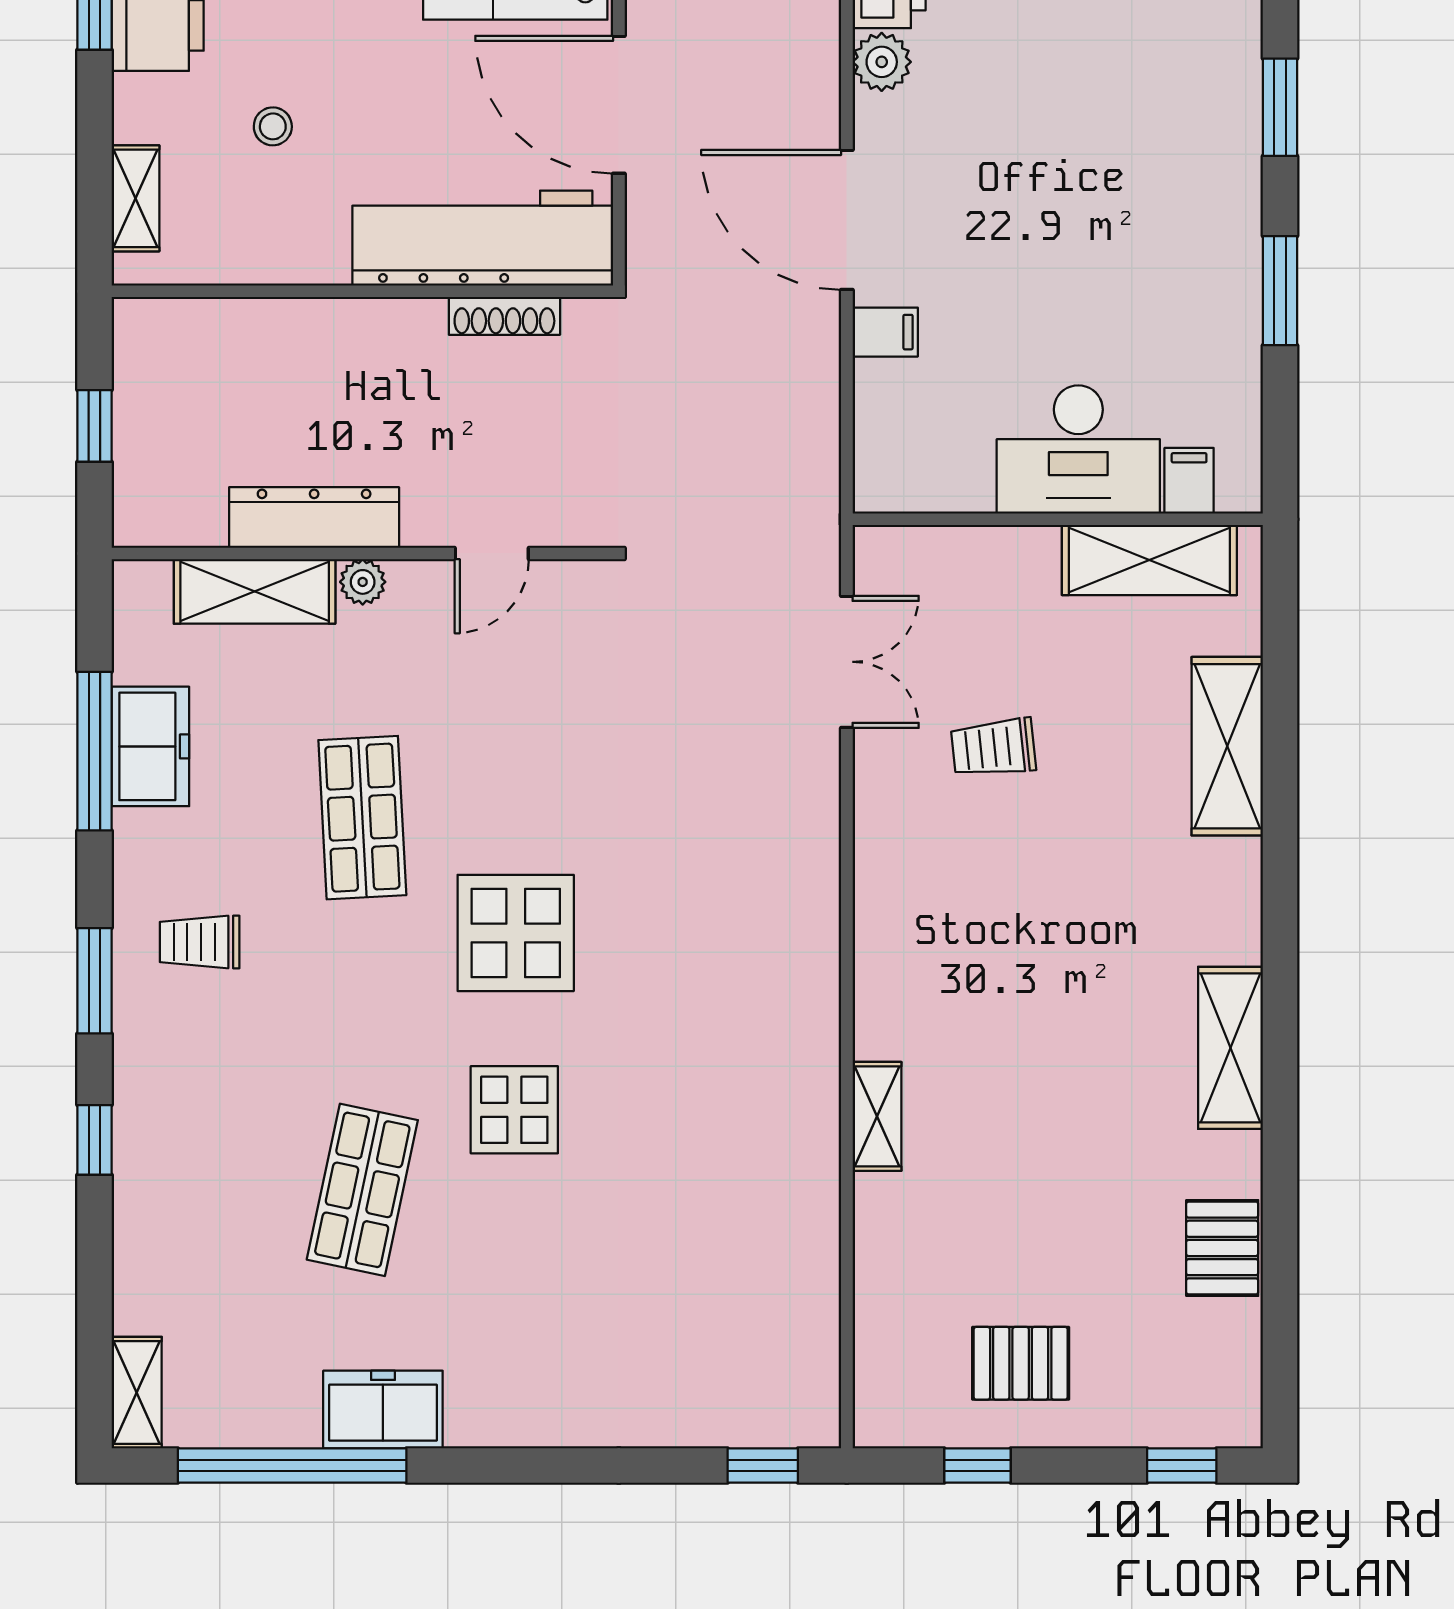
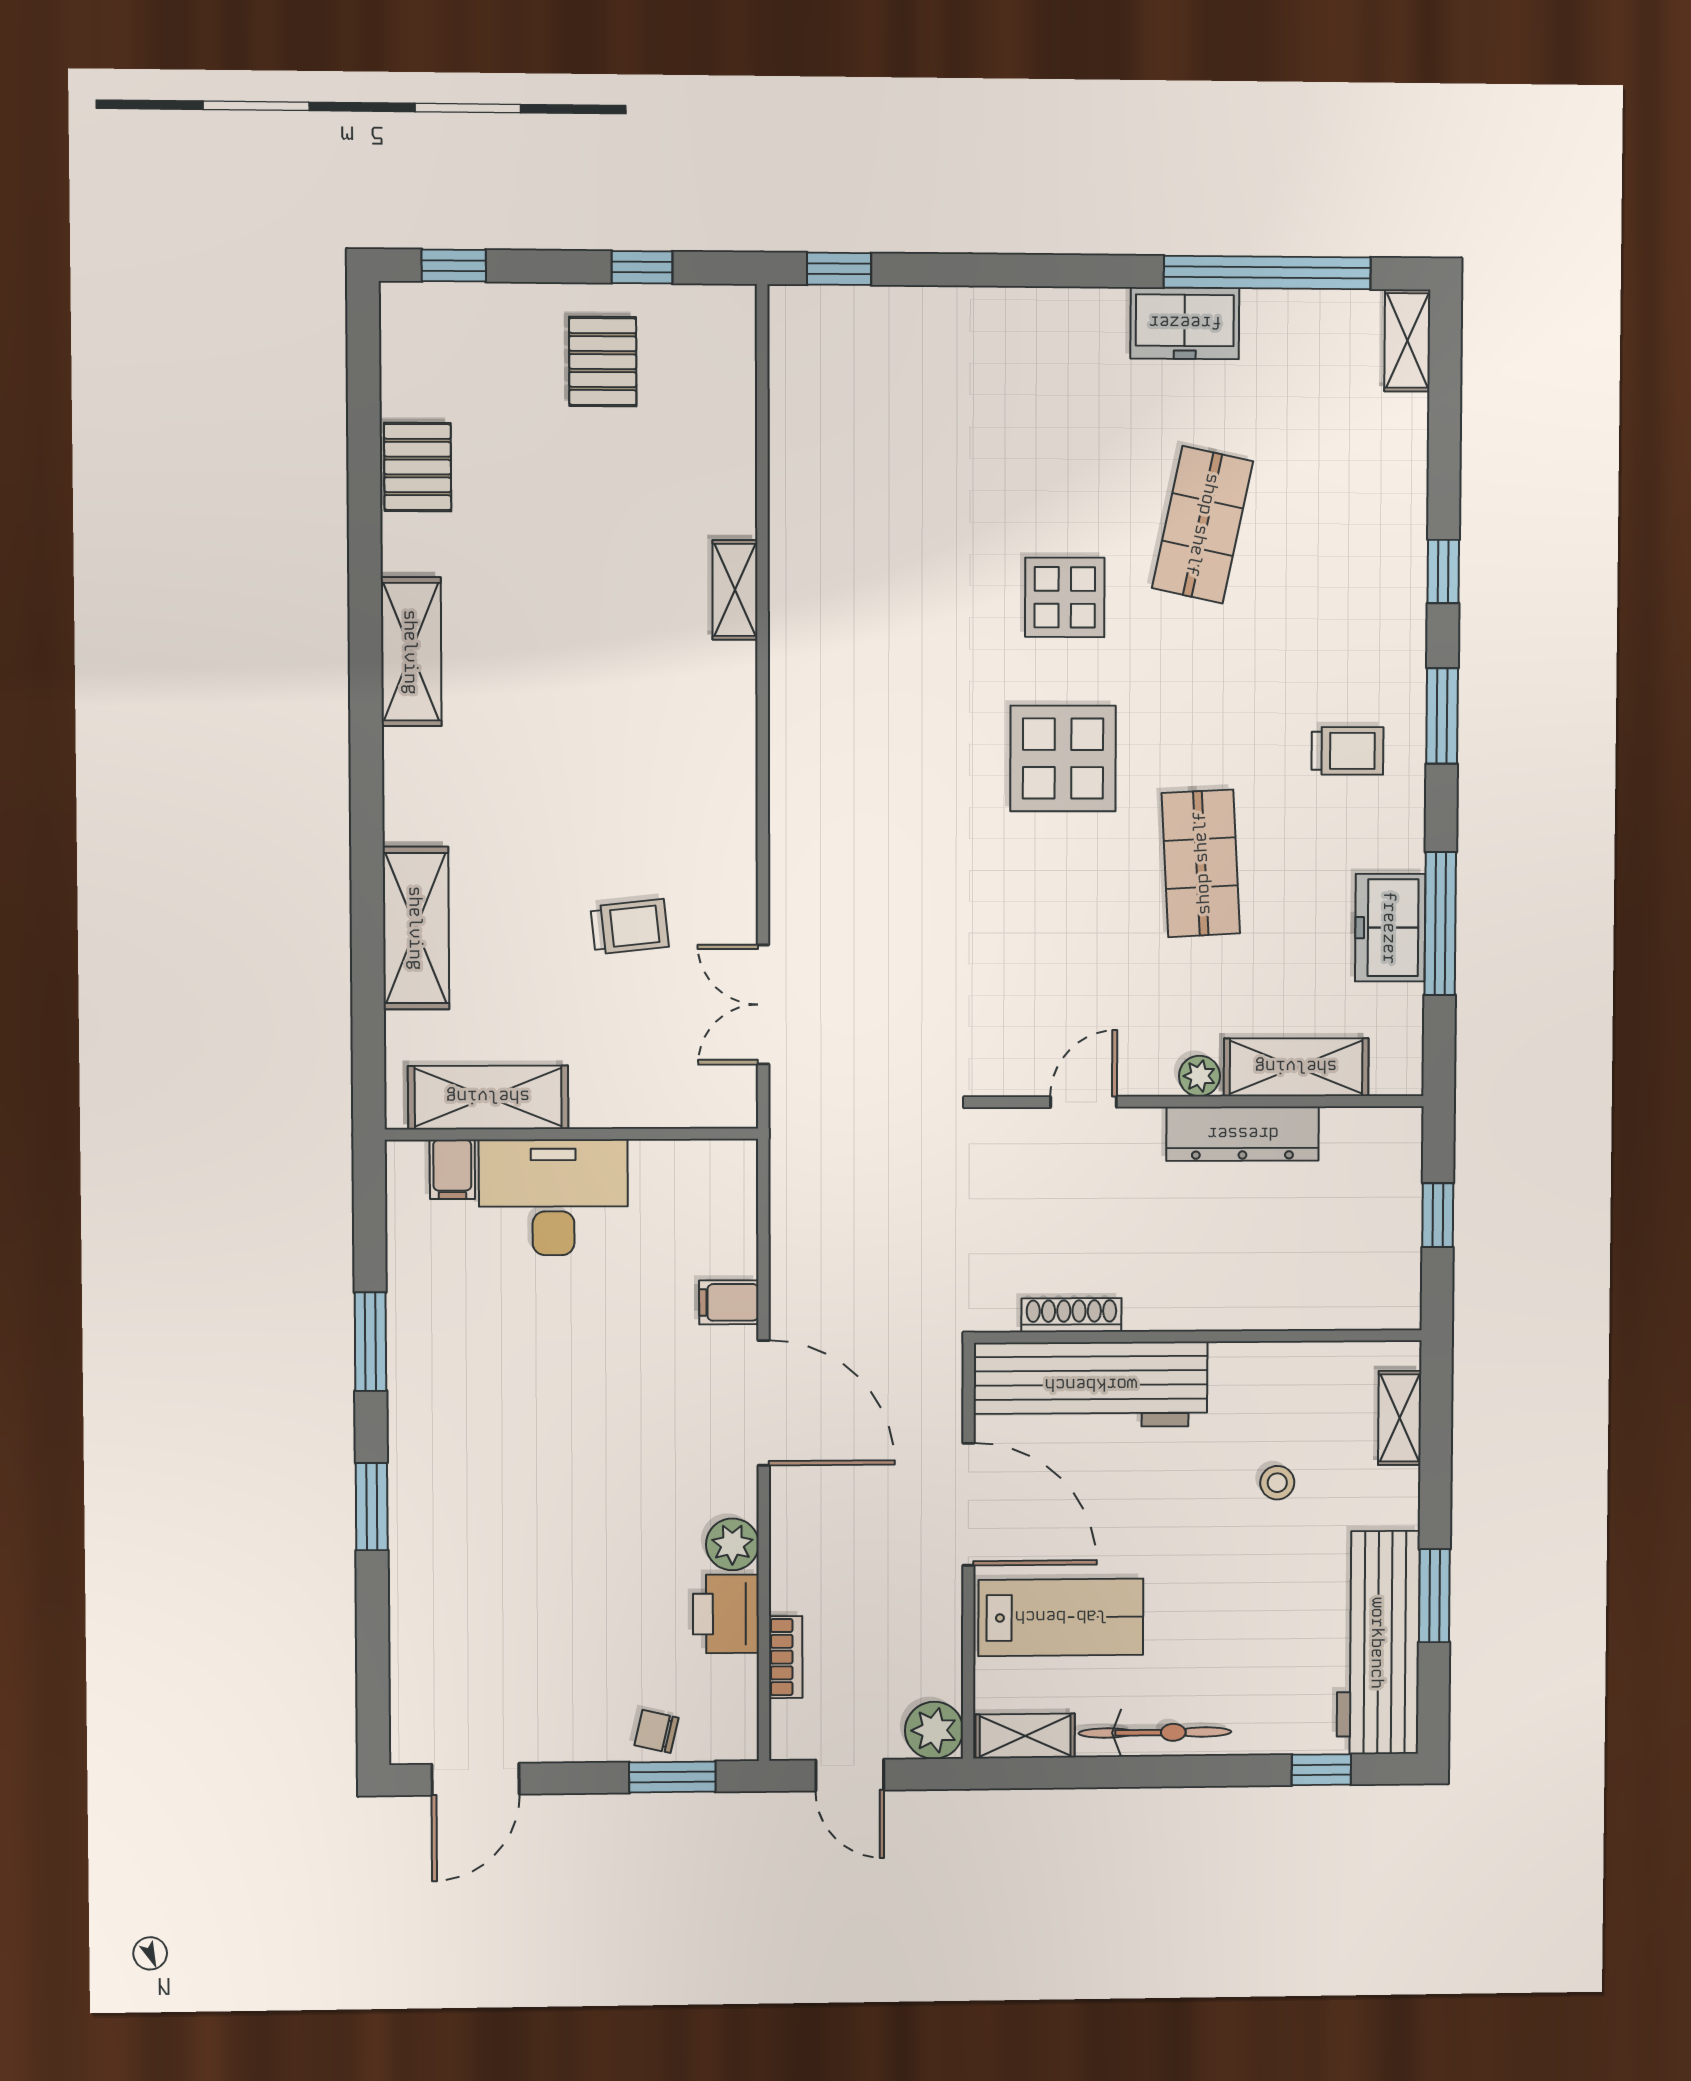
pallet: (1021, 1363) -> (603, 362), turned 90

